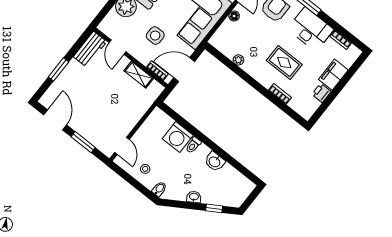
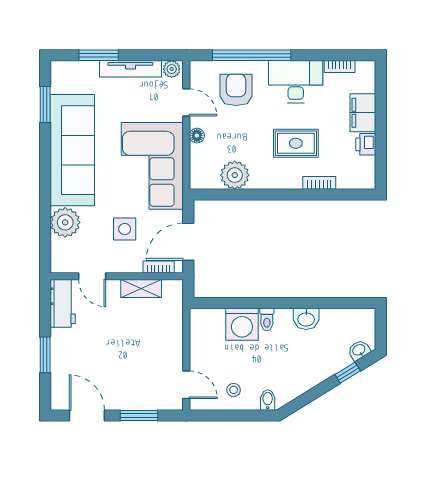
plant: (238, 60) -> (235, 175), width x1.87, depth x1.87
washbasin: (194, 197) -> (359, 350), moved

